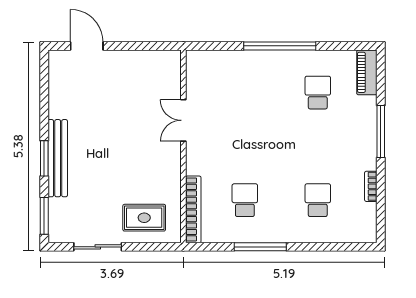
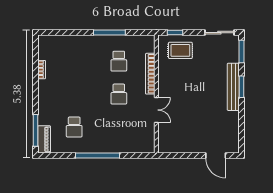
window: (381, 131) -> (36, 130), moved
school desk: (318, 200) -> (119, 94), moved
bookcase: (193, 209) -> (150, 74), moved
sliding door: (98, 247) -> (219, 33), moved
window: (153, 247) -> (175, 33), added

